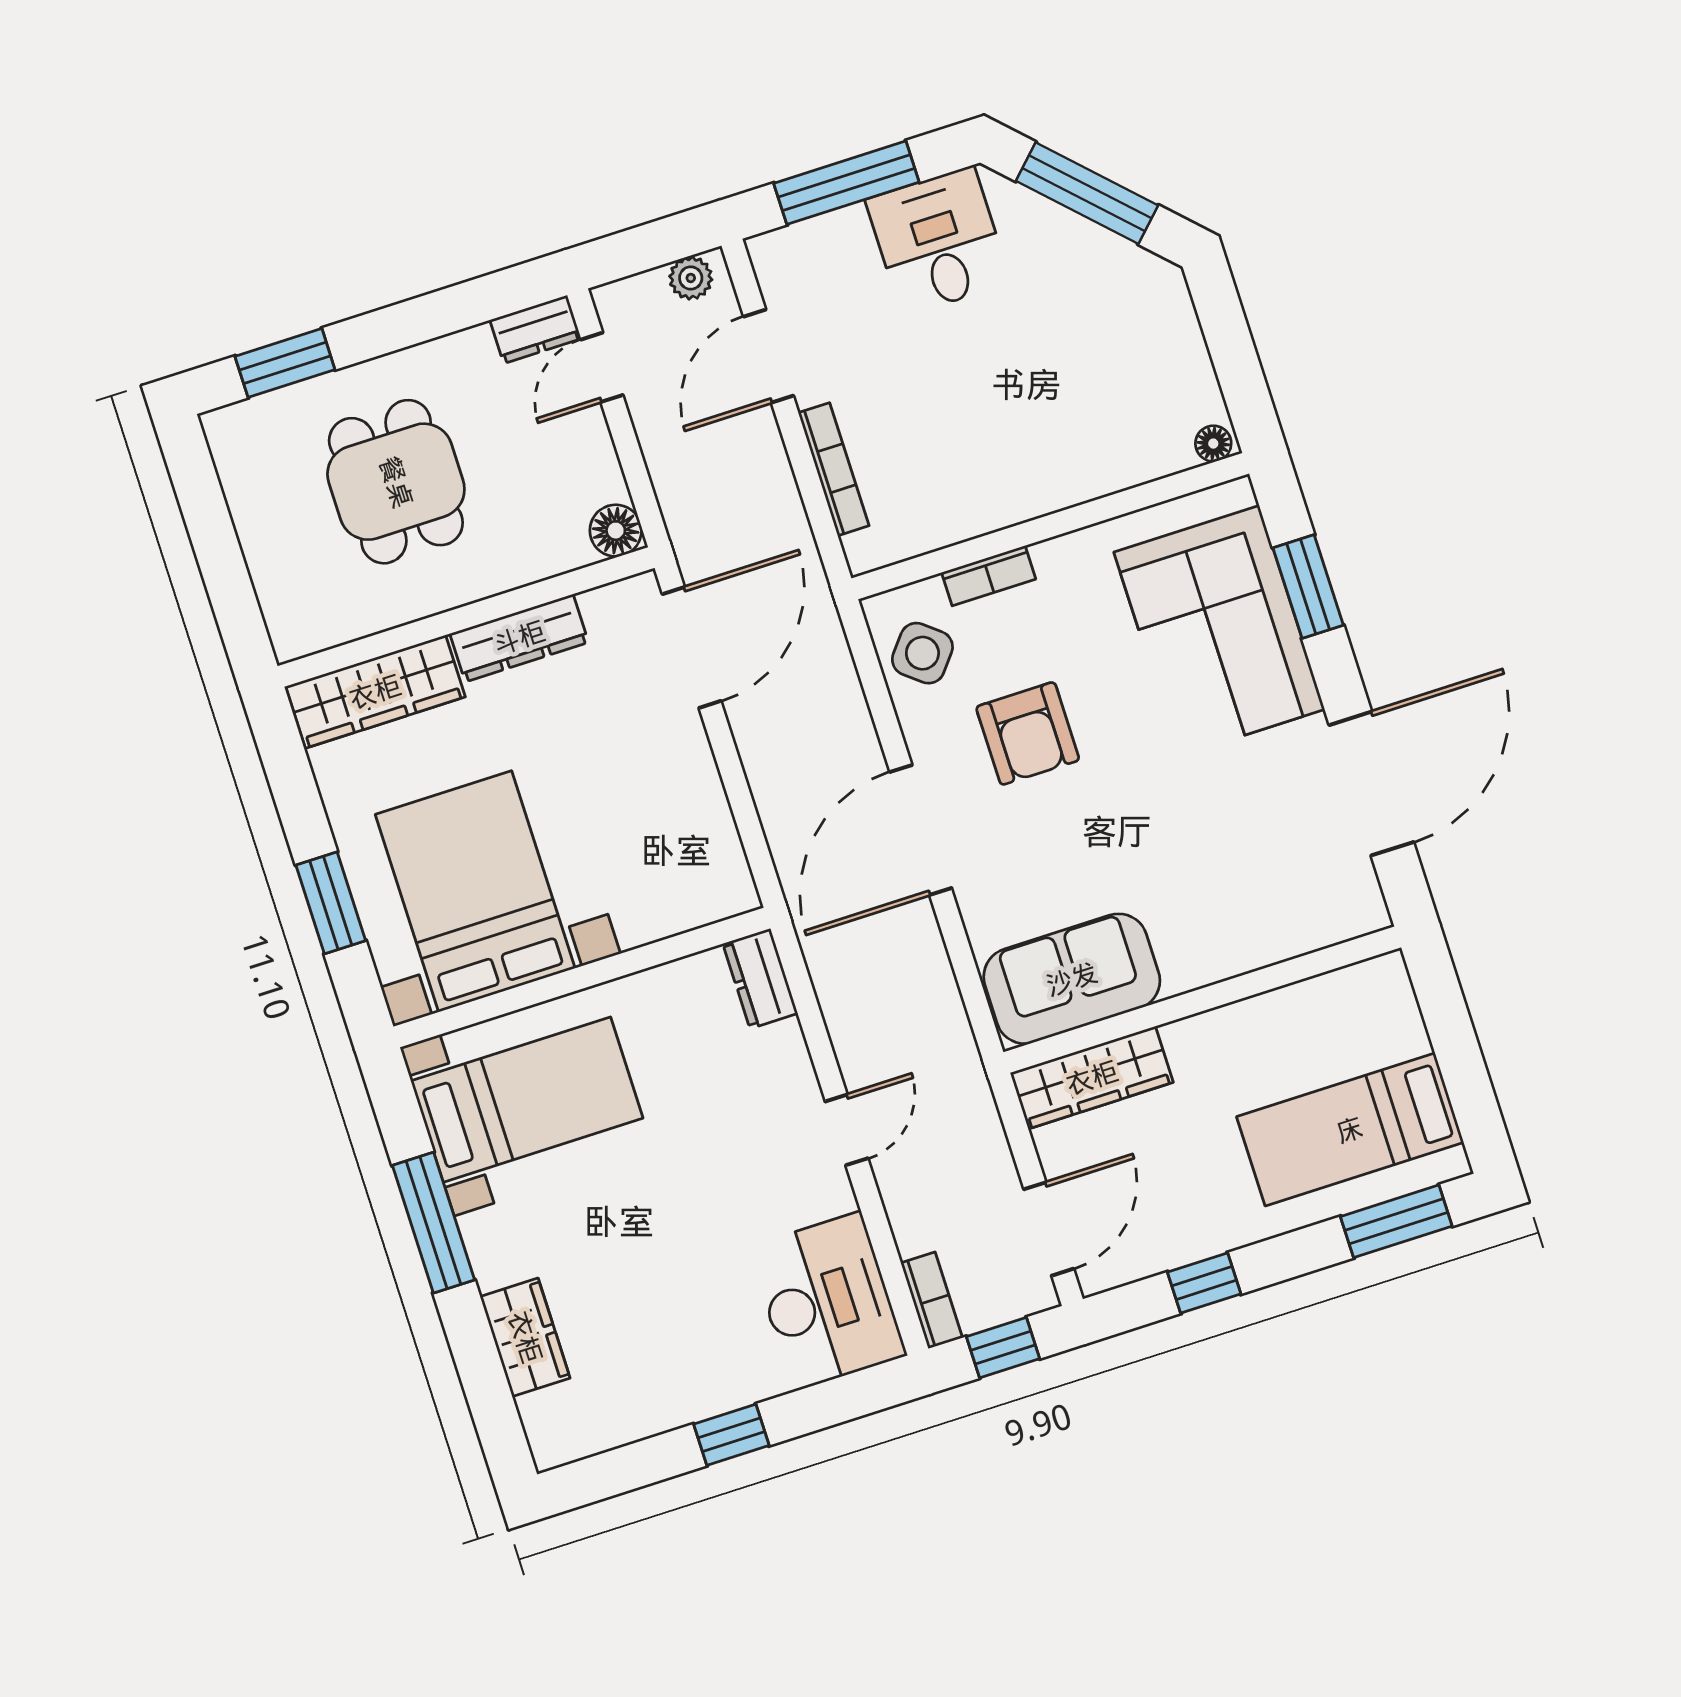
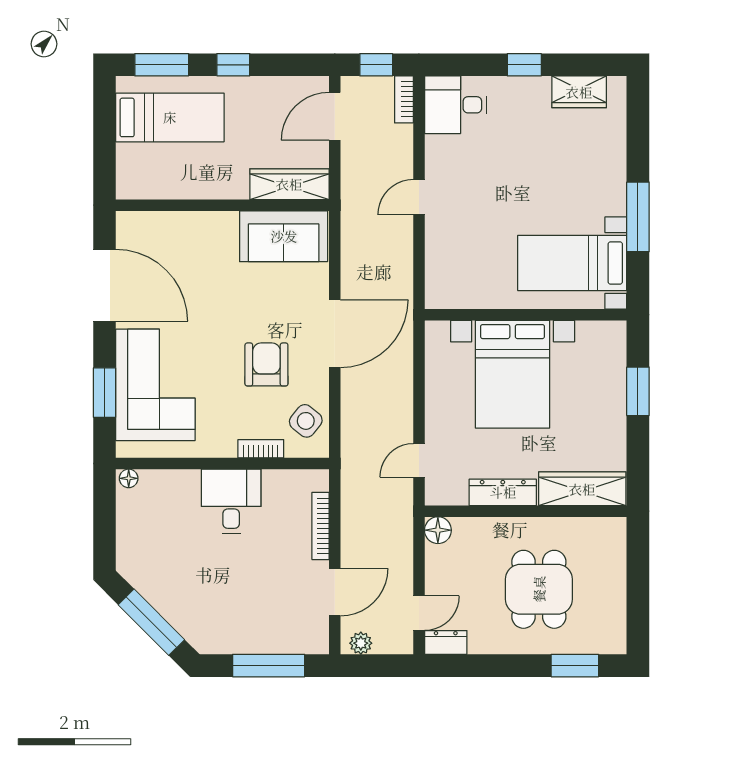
desk: (938, 241) -> (231, 501), moved, turned 180
door: (692, 648) -> (419, 460), width x0.53
door: (1371, 784) -> (104, 285), swing flipped
bed with nightstands: (475, 891) -> (513, 374), moved
dresser: (760, 978) -> (438, 286), removed
window: (1204, 1283) -> (233, 65), moved
desk: (827, 1301) -> (456, 105), width x0.73
wardrobe: (525, 1337) -> (579, 92), moved, turned -90

